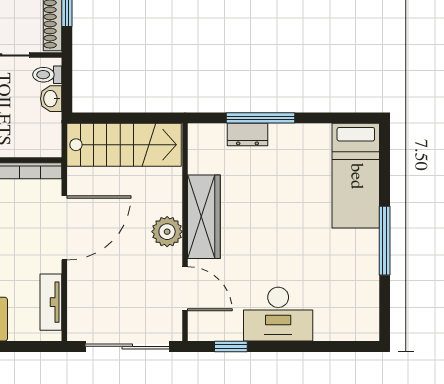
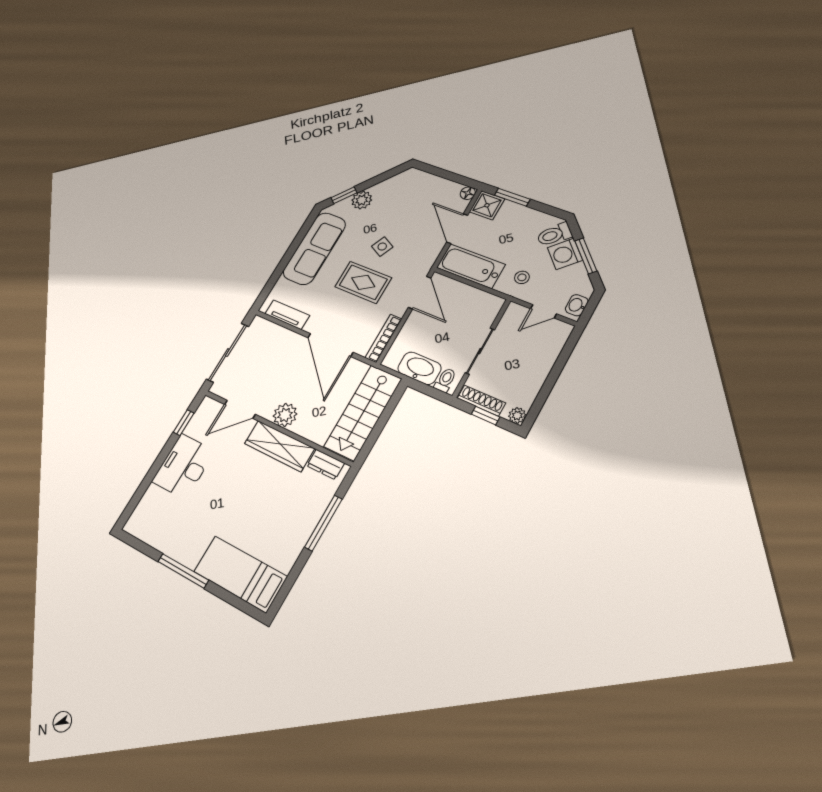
washbasin: (51, 99) -> (419, 368), width x1.91, depth x1.45
dresser: (247, 135) -> (326, 464), moved, turned -90

